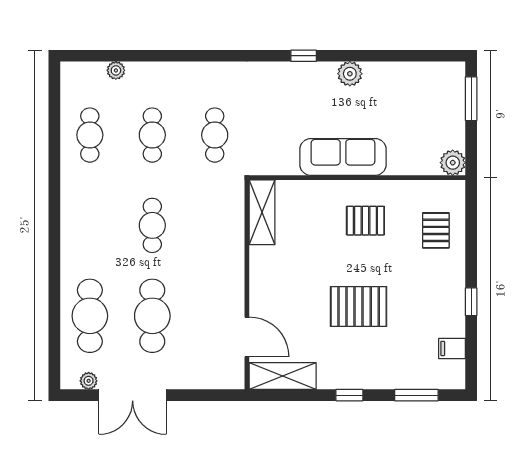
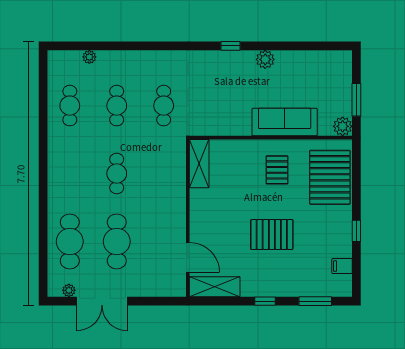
window: (471, 99) -> (356, 100), moved
sofa: (343, 157) -> (285, 122), moved
pallet: (365, 221) -> (277, 170), turned 90
pallet: (436, 230) -> (330, 177), width x2.05, depth x2.00

